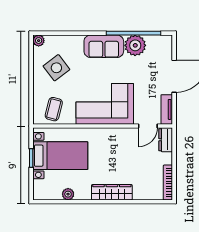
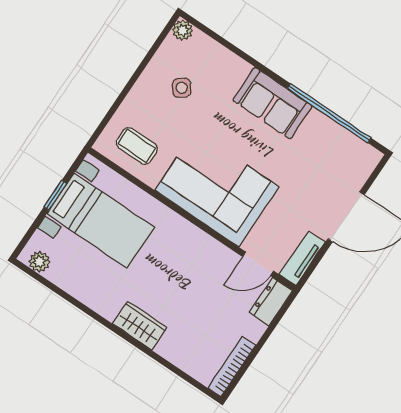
plant: (135, 45) -> (320, 133), removed
side table: (56, 68) -> (182, 88), width x0.54, depth x0.54
coffee table: (54, 109) -> (137, 146), turned 76
wardrobe: (112, 192) -> (140, 325), width x0.67
plant: (68, 194) -> (39, 262), moved

